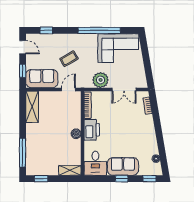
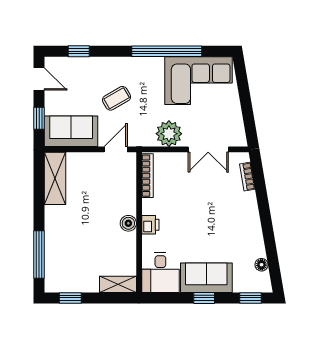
printer: (92, 130) -> (150, 225), width x0.53, depth x0.68

